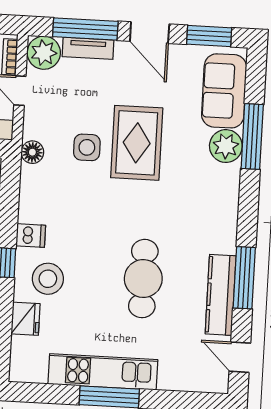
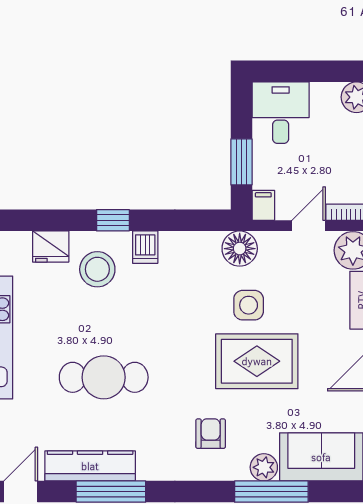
plant: (226, 146) -> (264, 467), width x0.73, depth x0.73
floor lamp: (32, 152) -> (240, 249), width x1.38, depth x1.38
armchair: (198, 187) -> (211, 434), added

